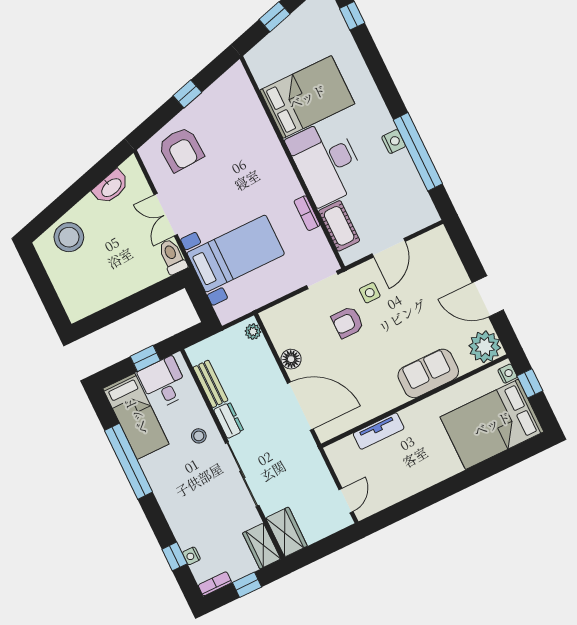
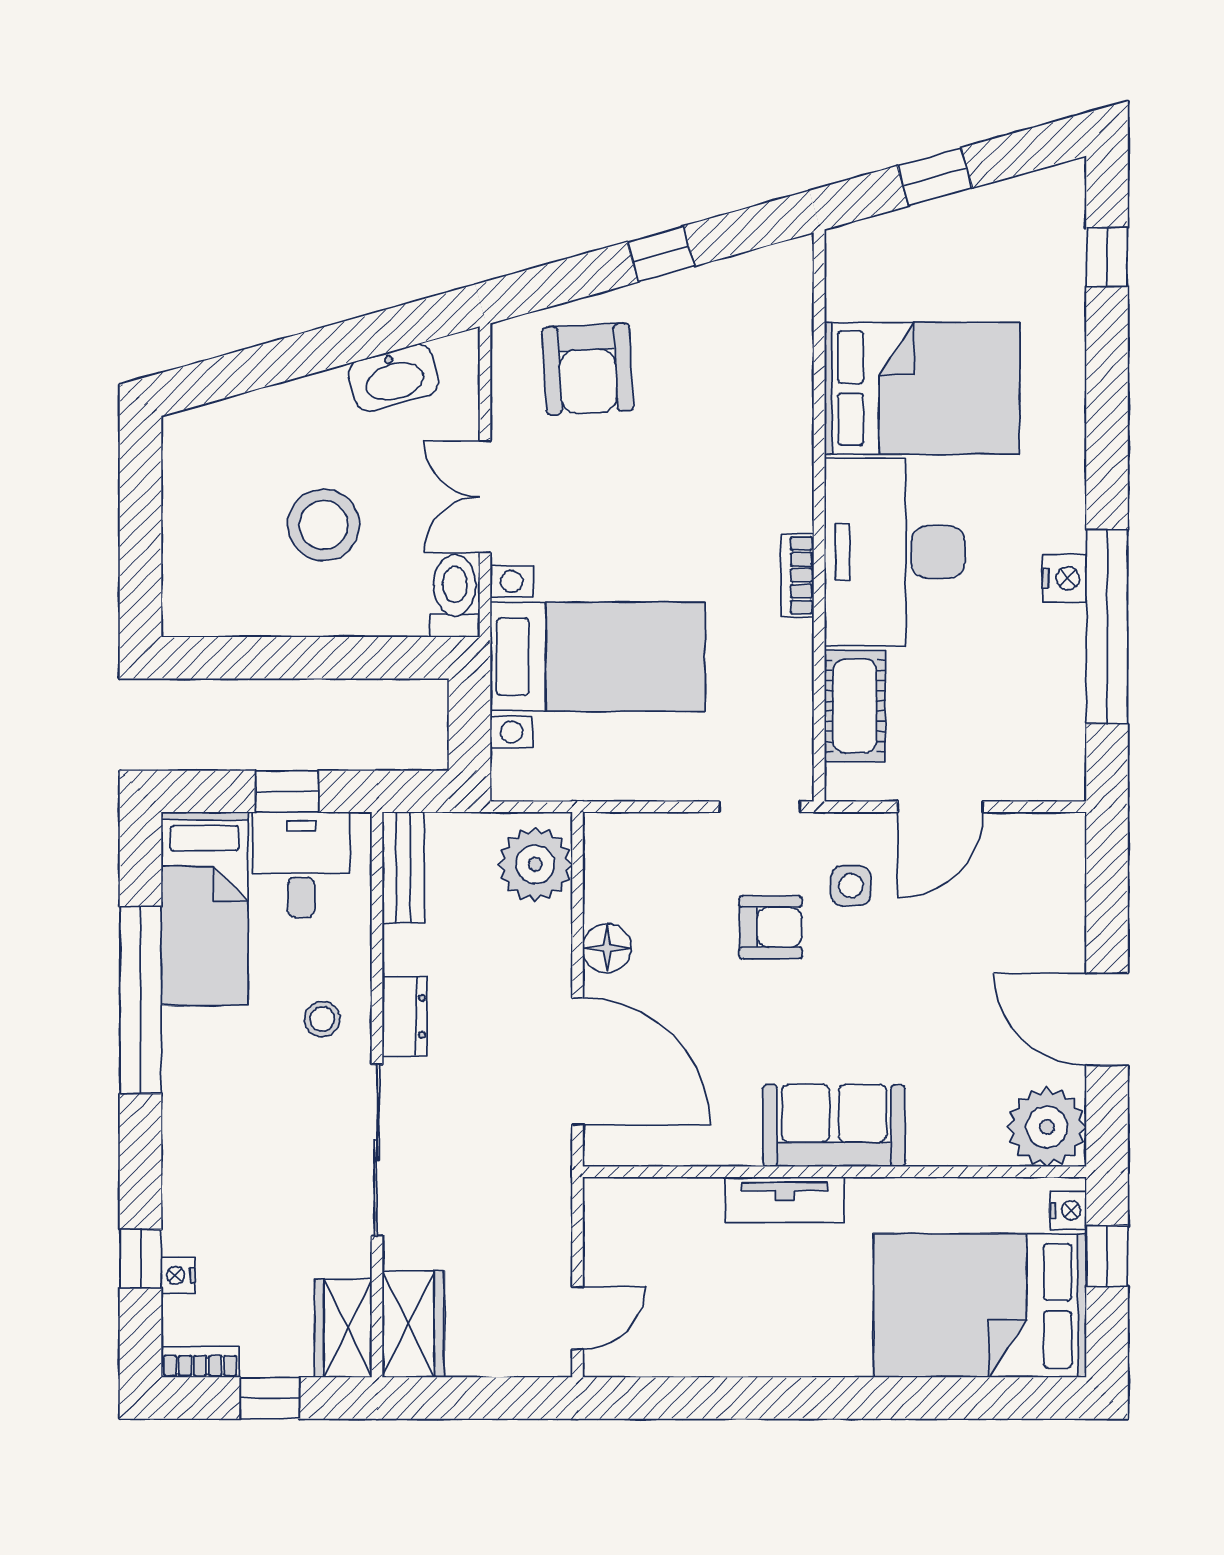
bookcase: (307, 213) -> (797, 575), moved
stool: (69, 237) -> (324, 525), moved
armchair: (348, 322) -> (771, 927), turned 180
plant: (253, 332) -> (535, 864), width x1.87, depth x1.87
sofa: (428, 373) -> (834, 1126), moved
bench: (210, 384) -> (403, 867), moved
tv unit: (379, 431) -> (785, 1200), moved

